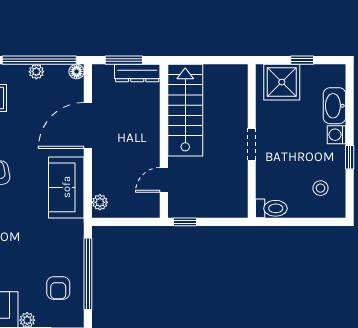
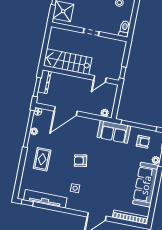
door: (88, 125) -> (66, 111), hinge flipped
door: (164, 180) -> (100, 79), hinge flipped
sofa: (66, 187) -> (114, 132), moved

